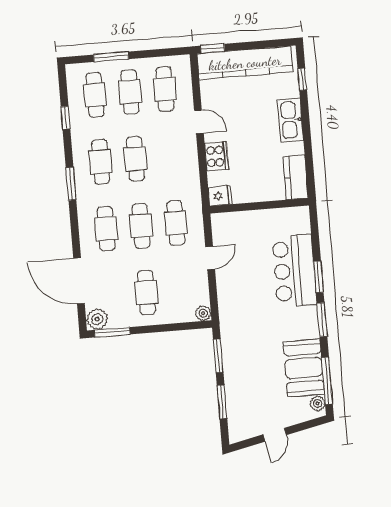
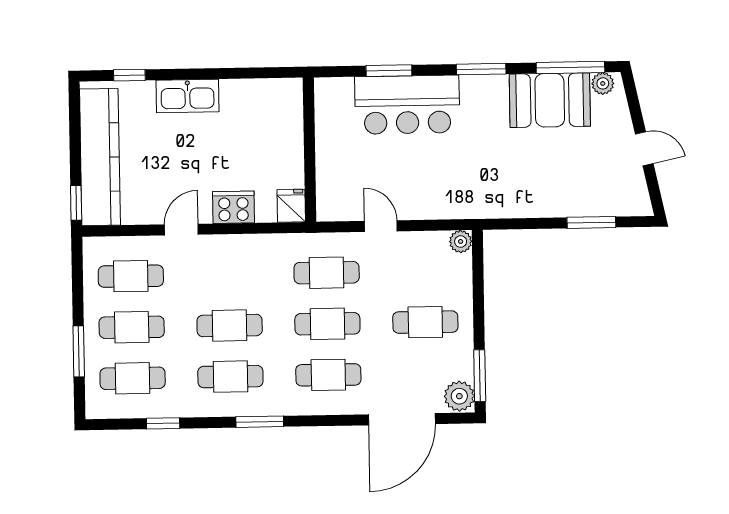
kitchen counter: (296, 177) -> (271, 94), removed
window: (318, 277) -> (389, 71), moved
window: (218, 356) -> (524, 224), removed

